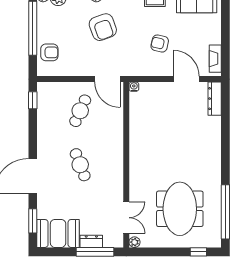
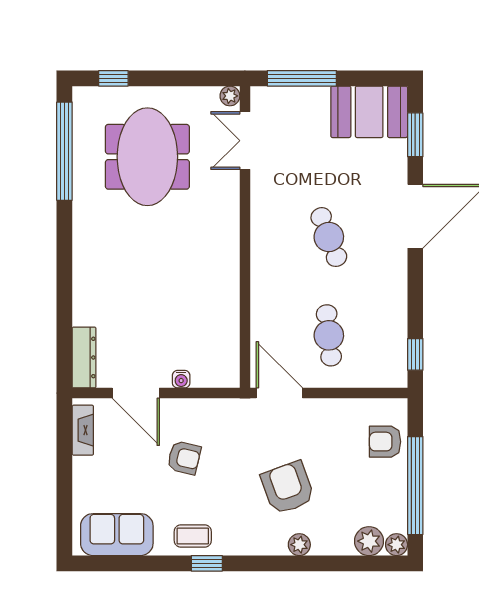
water cooler: (134, 87) -> (181, 379), moved
cafe table: (80, 111) -> (329, 335), turned -30
dresser: (91, 241) -> (309, 97), removed

